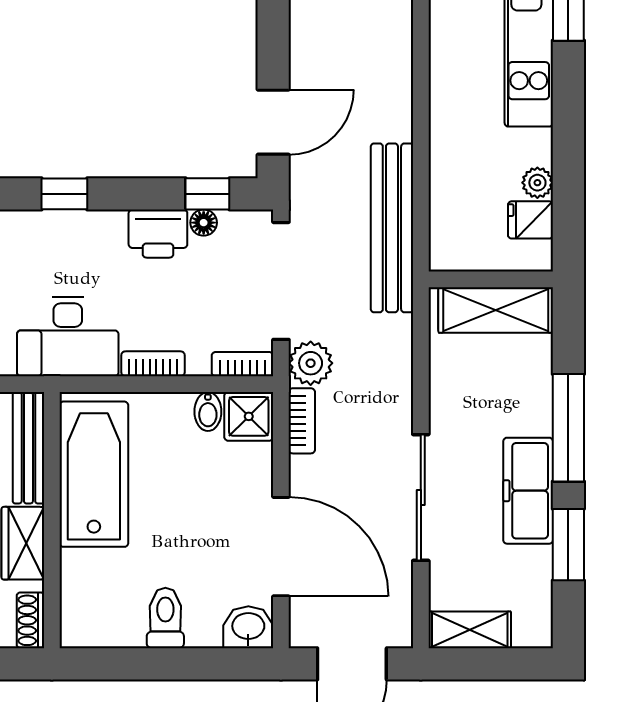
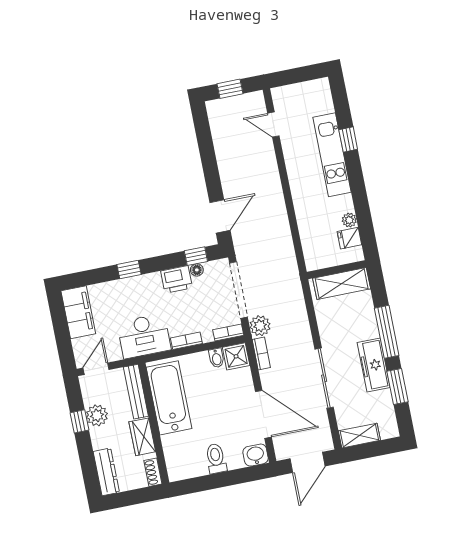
bench: (392, 228) -> (285, 255), removed

